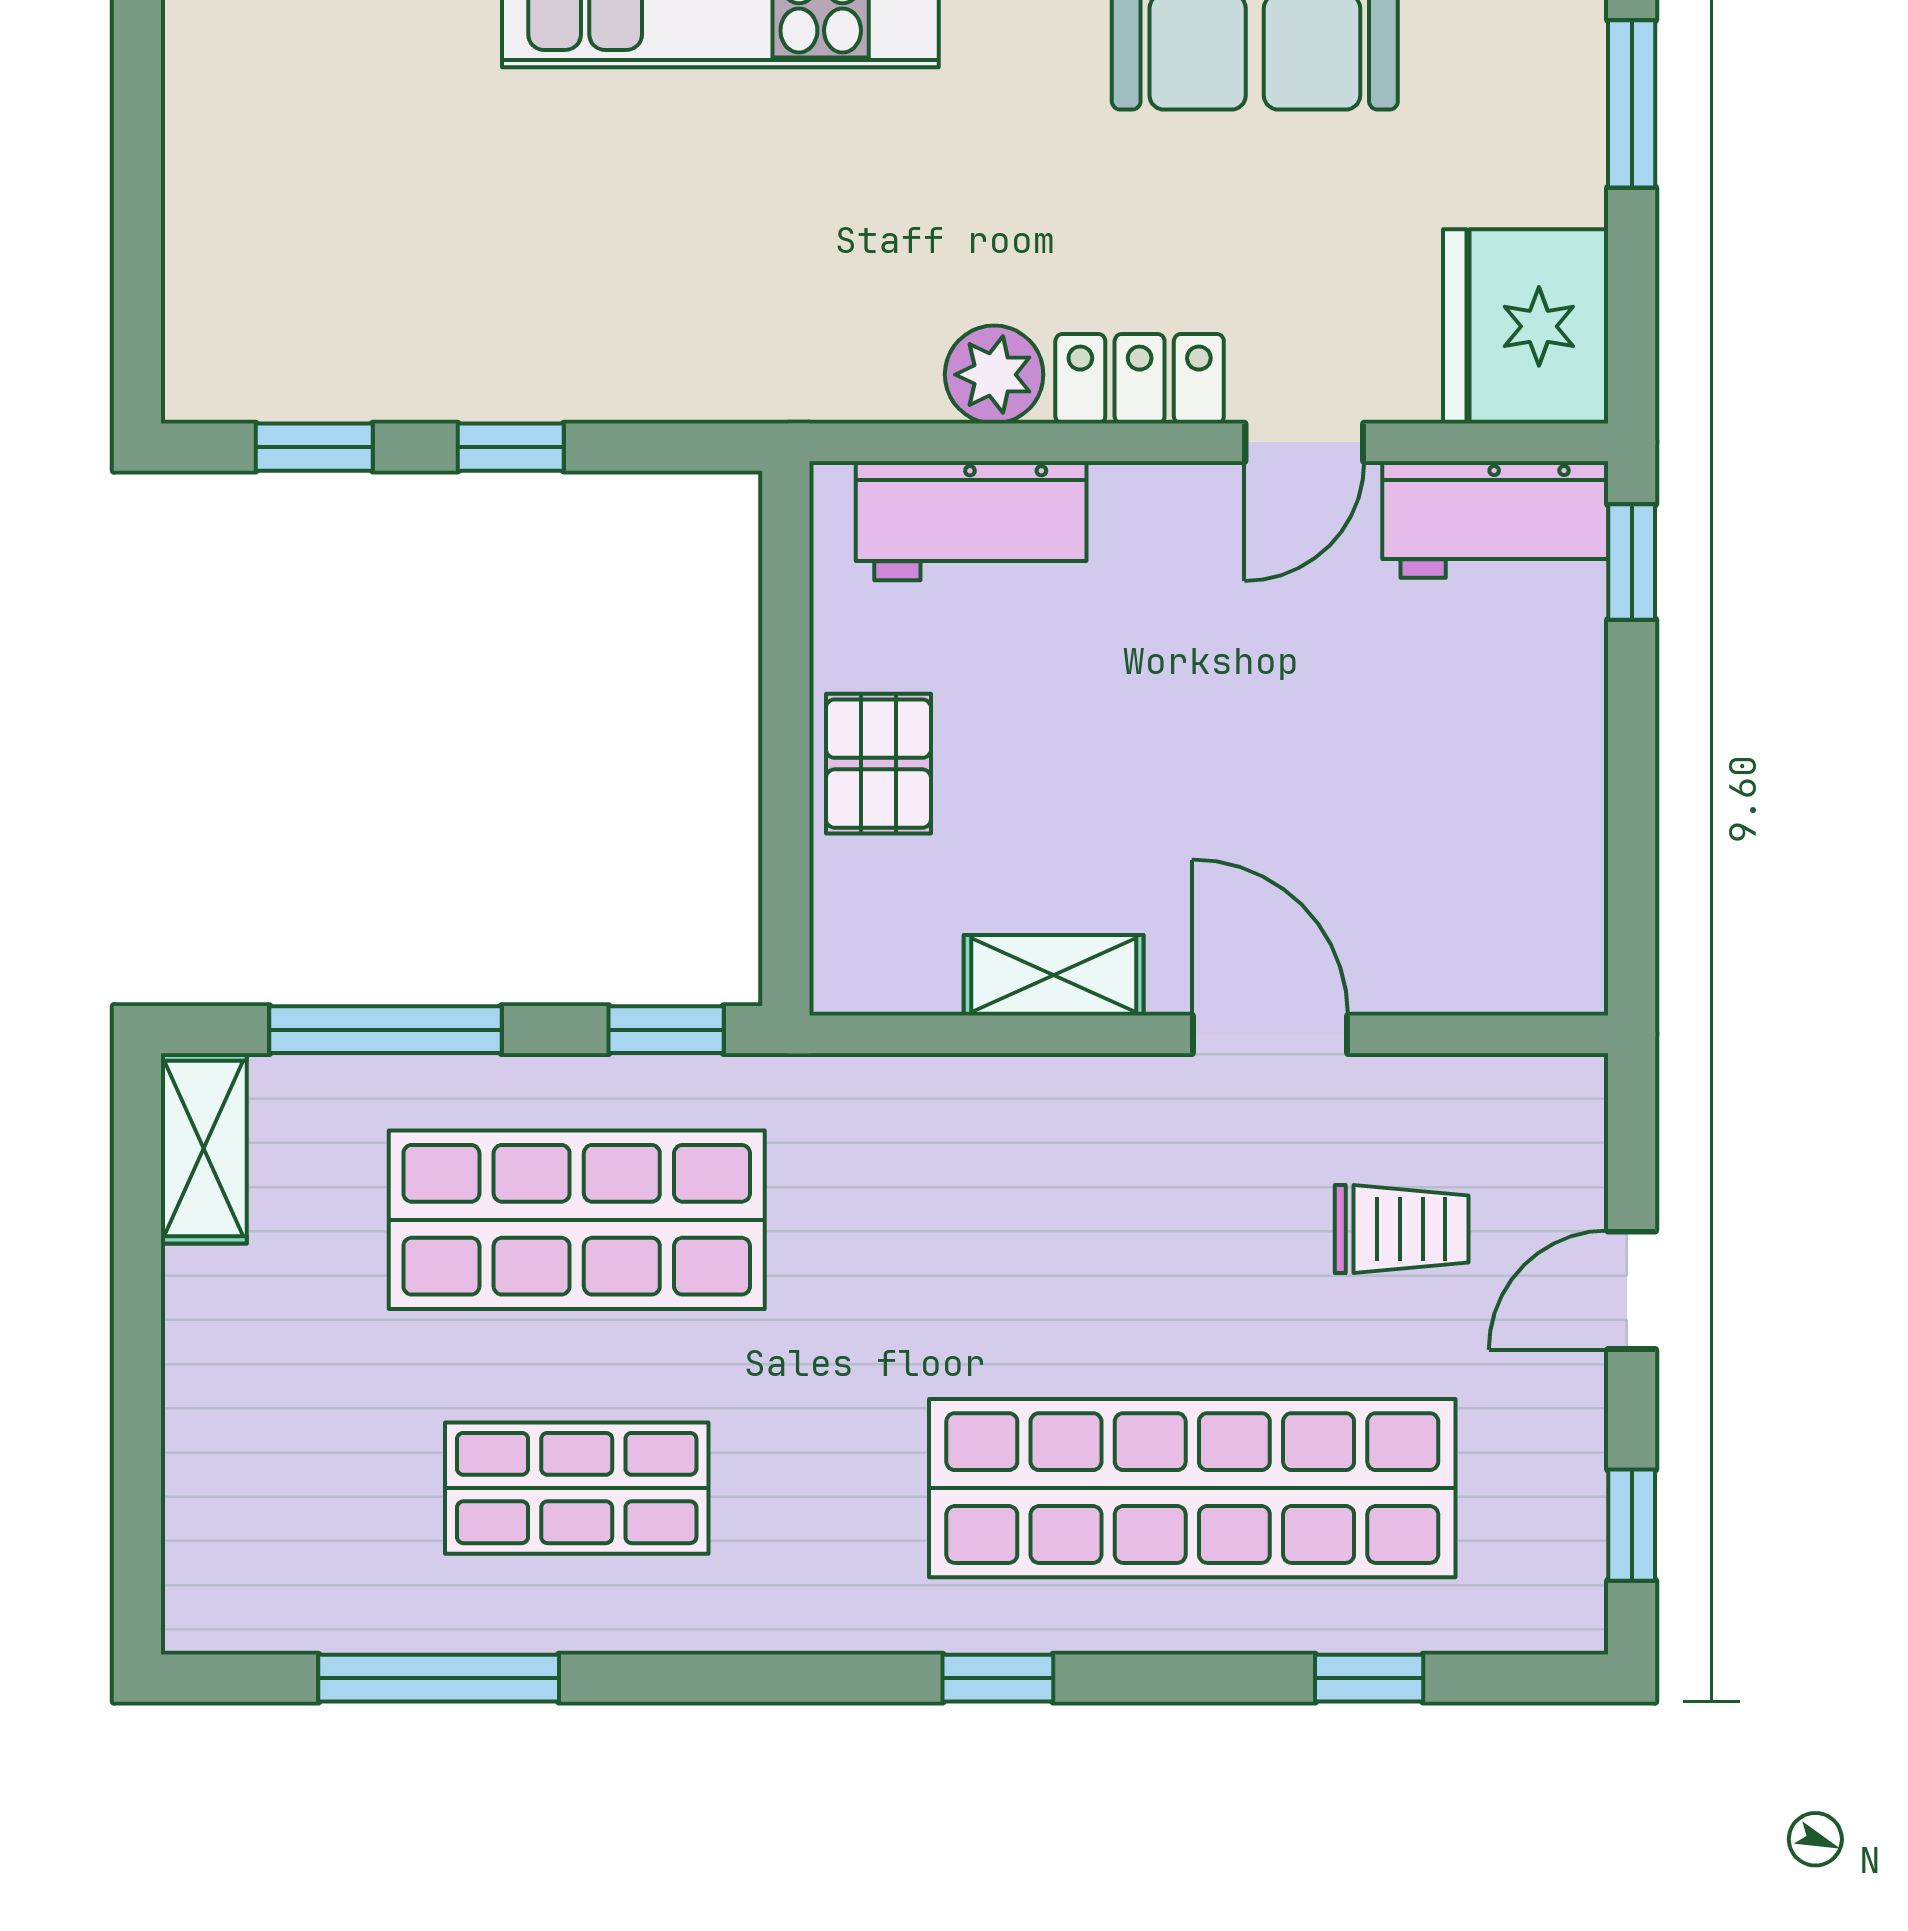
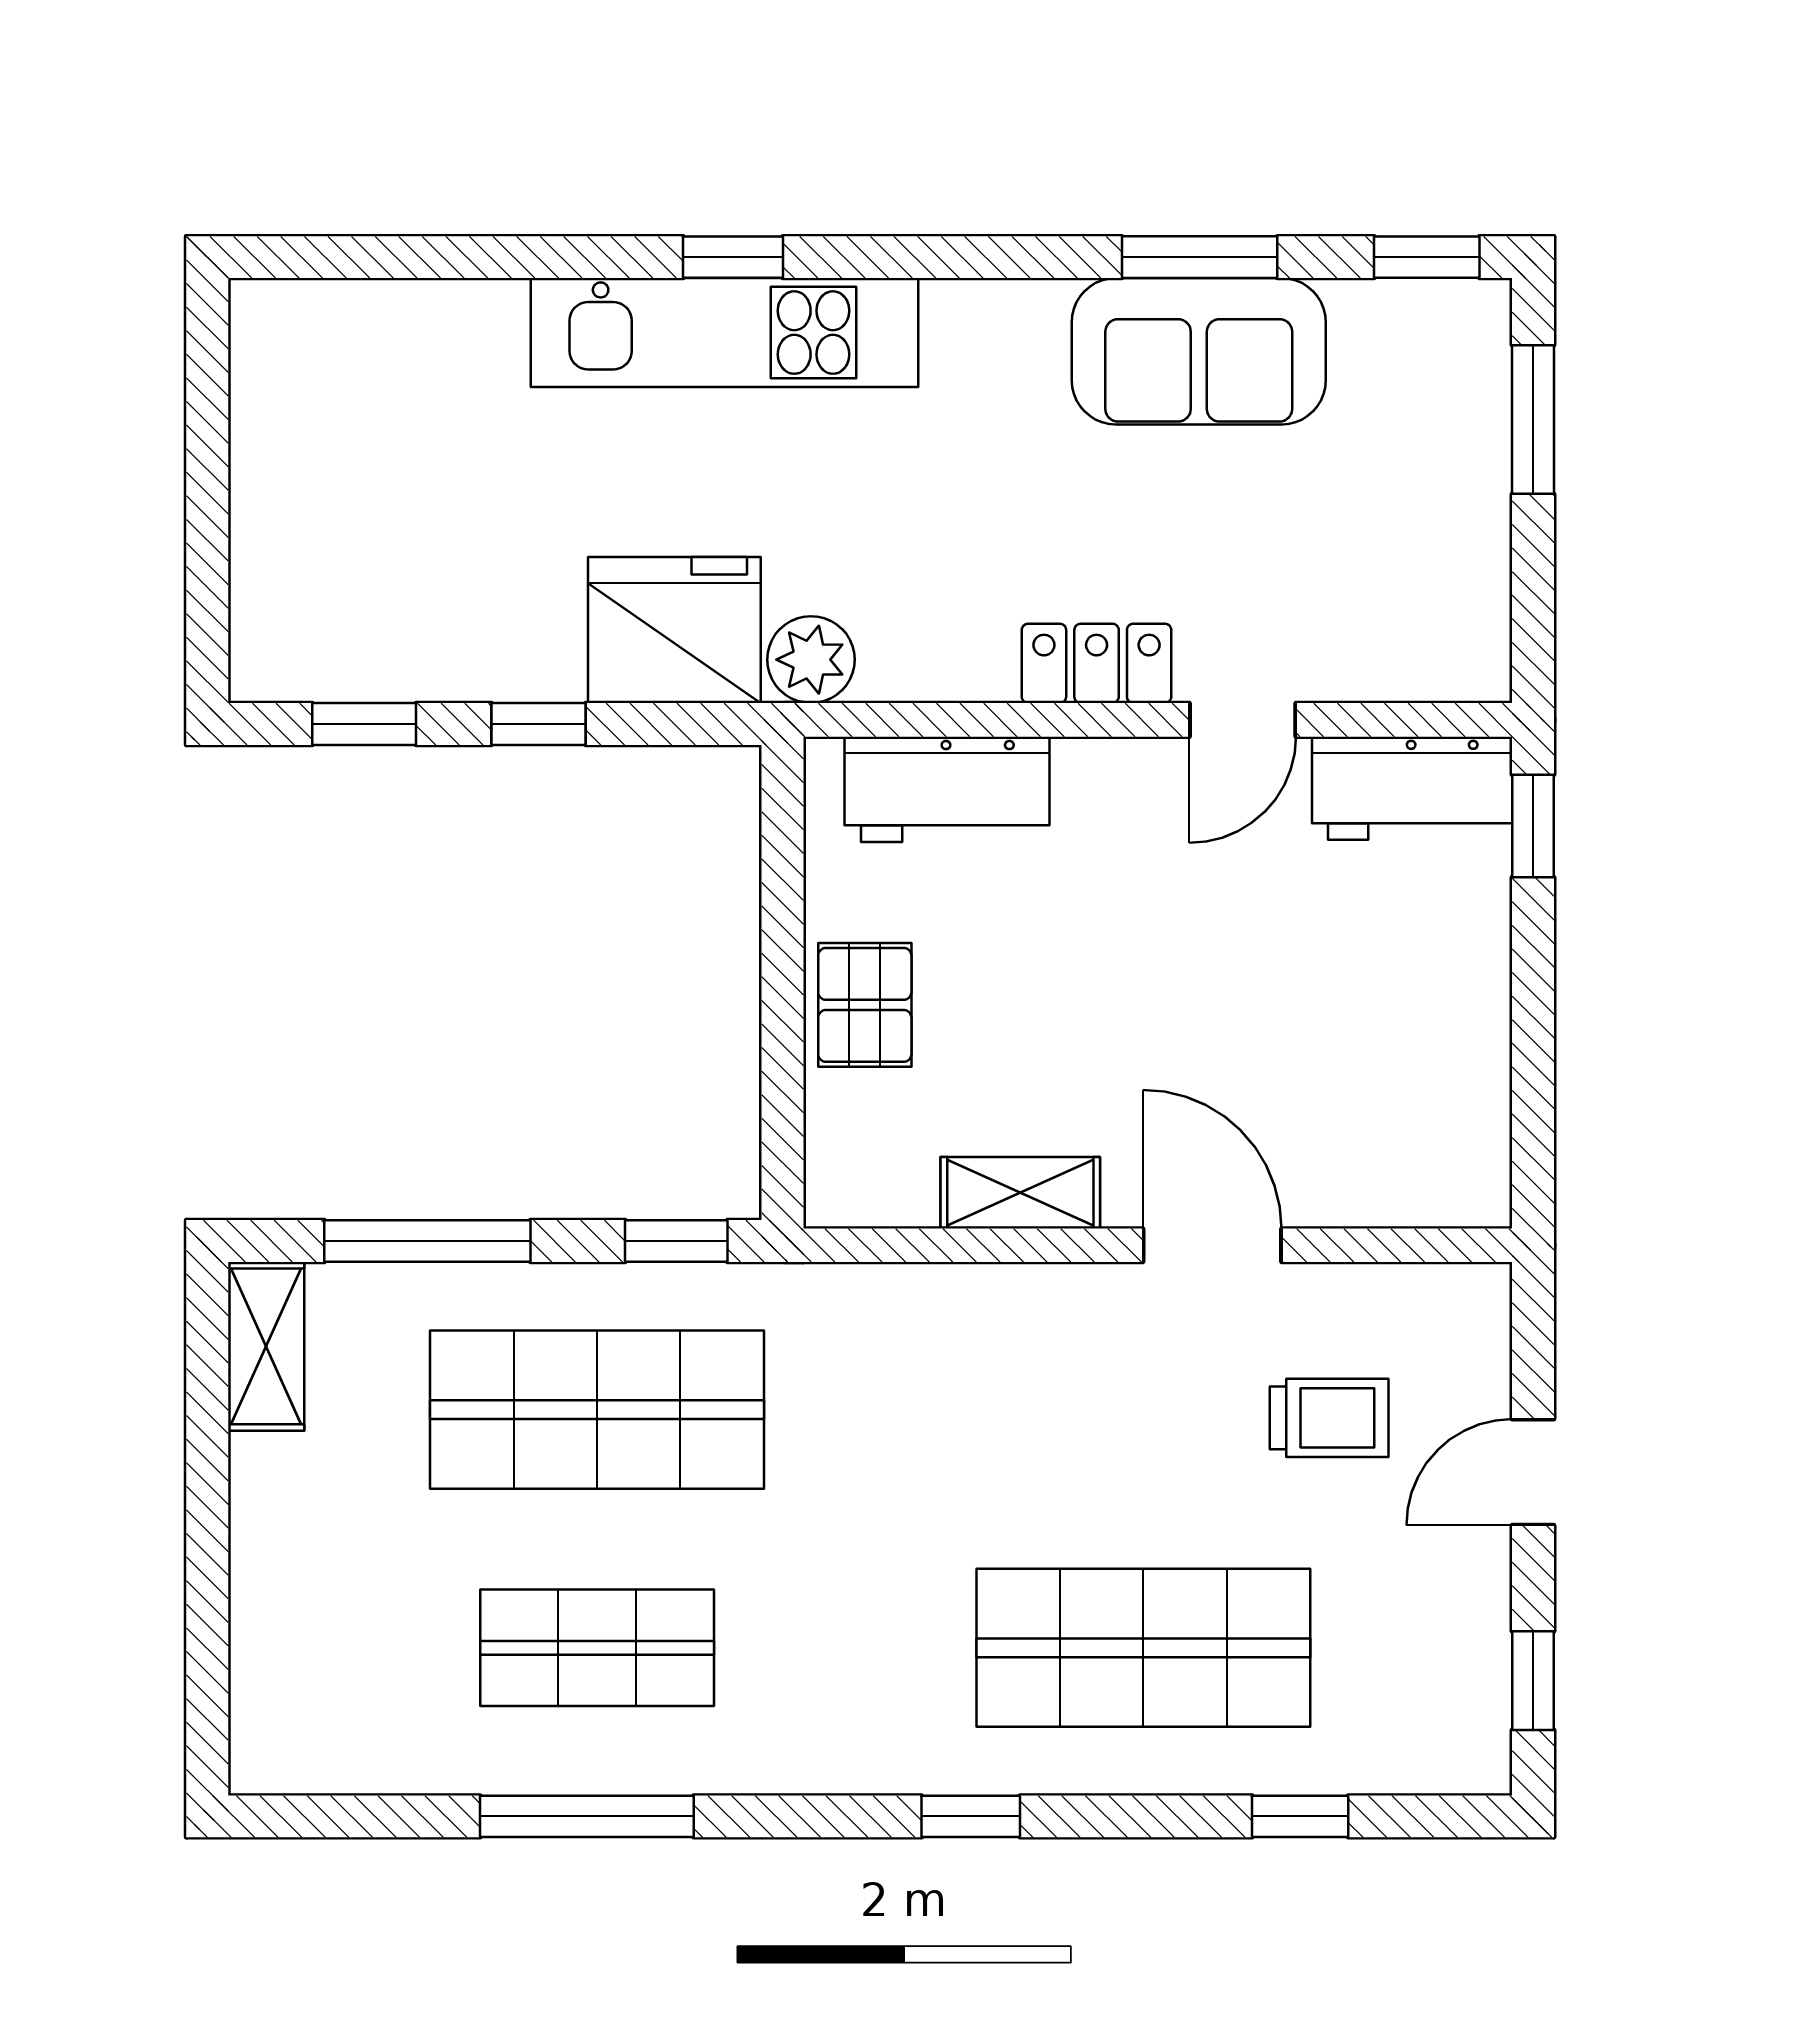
fridge: (1526, 326) -> (674, 630), moved, turned 90
plant: (994, 375) -> (811, 660), moved
shop shelf: (1192, 1488) -> (1143, 1648), width x0.71
window: (439, 1678) -> (587, 1816), moved

